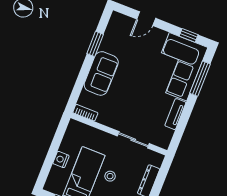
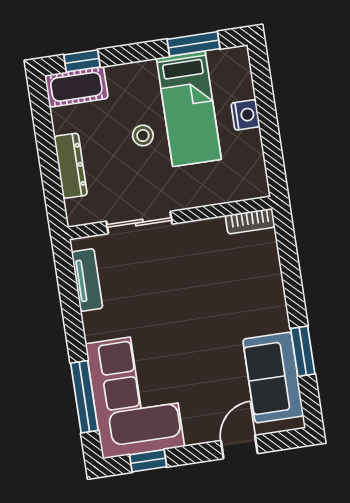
sofa: (101, 73) -> (273, 378), moved
tv unit: (175, 114) -> (87, 280), moved

